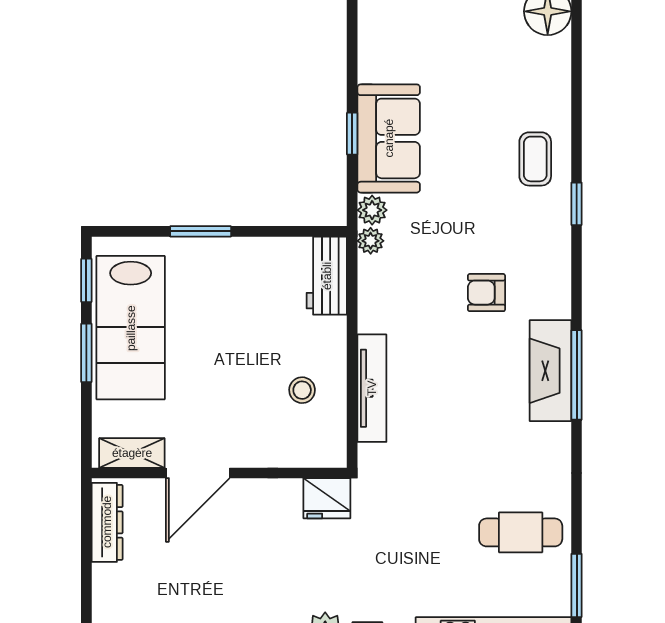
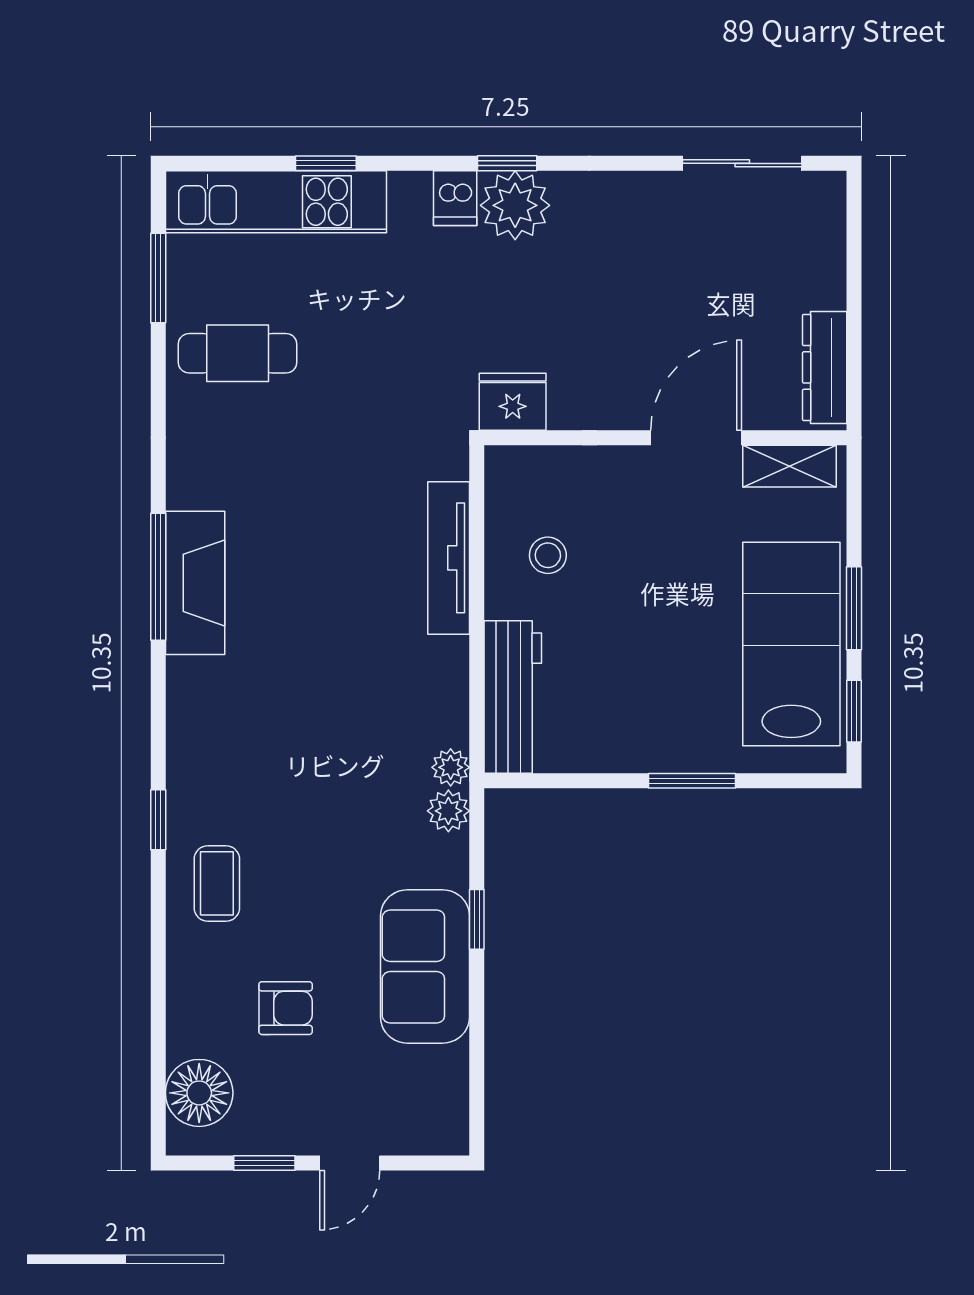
sofa: (389, 138) -> (425, 966), moved
workbench: (327, 276) -> (513, 697), width x1.38
armchair: (486, 293) -> (286, 1008), moved

